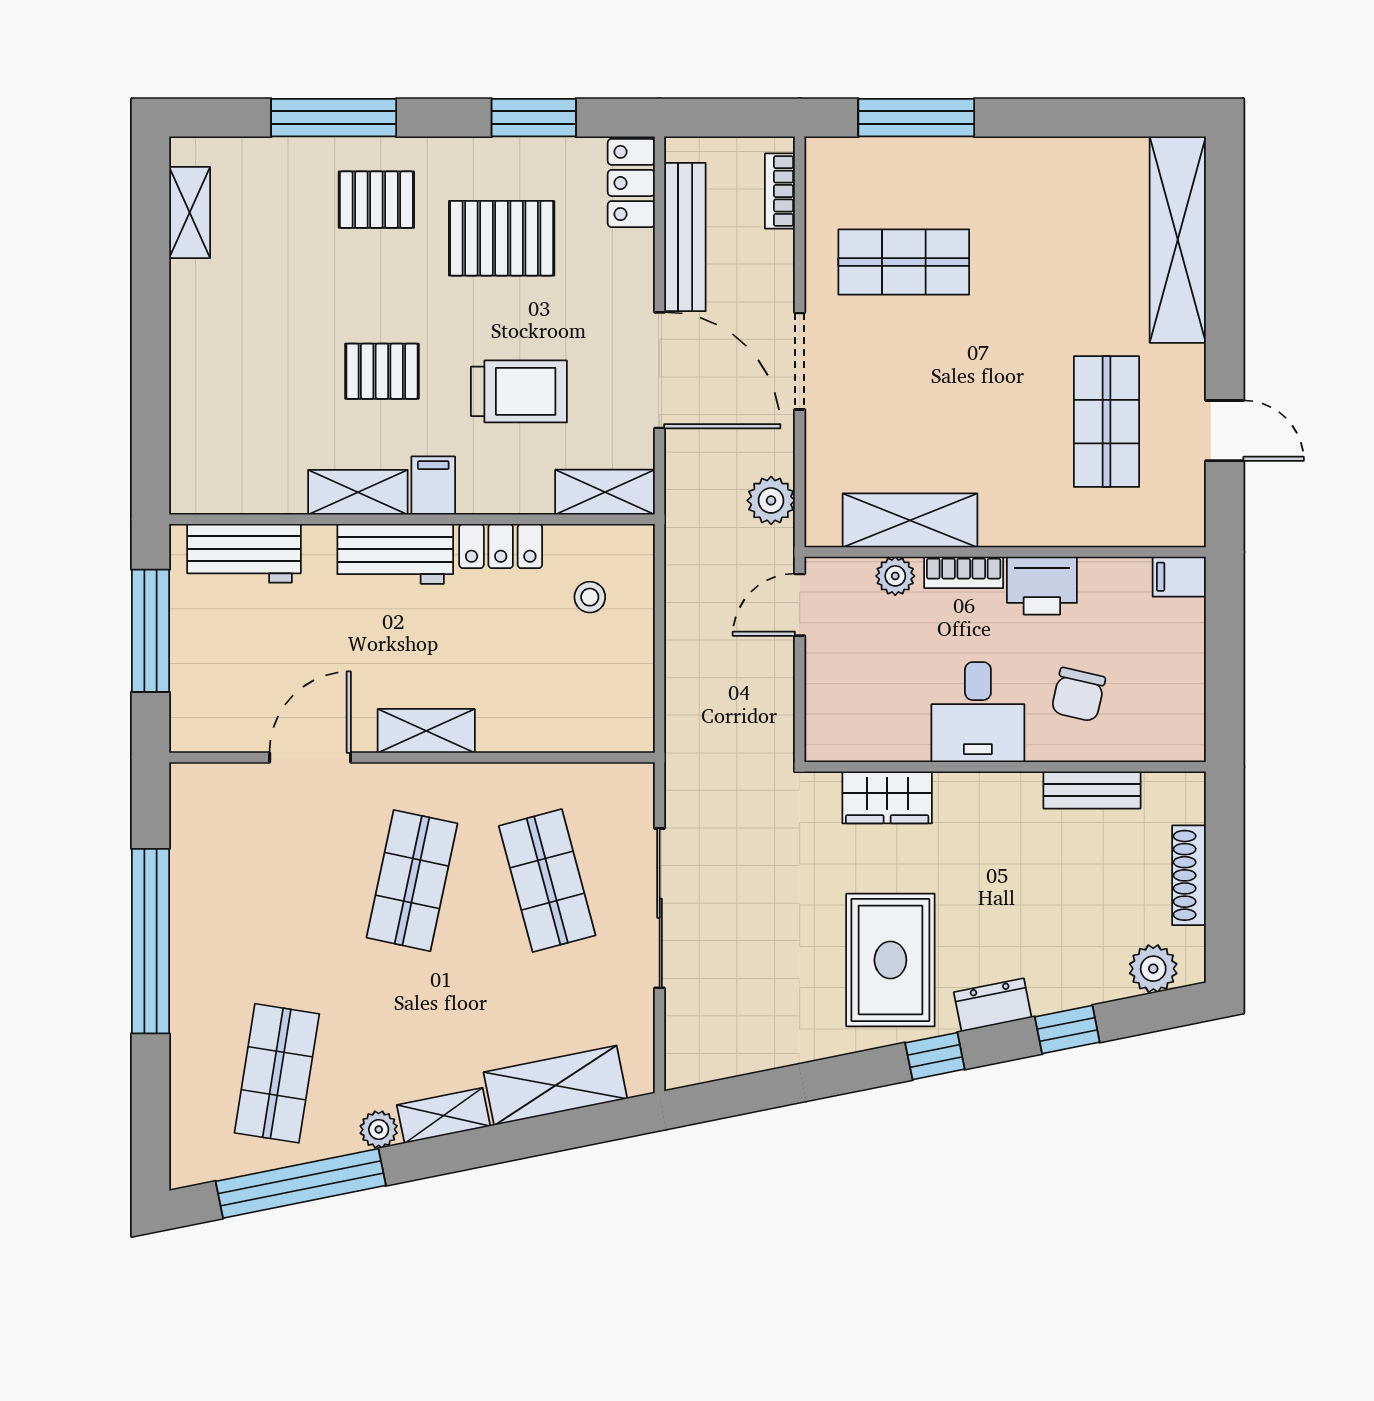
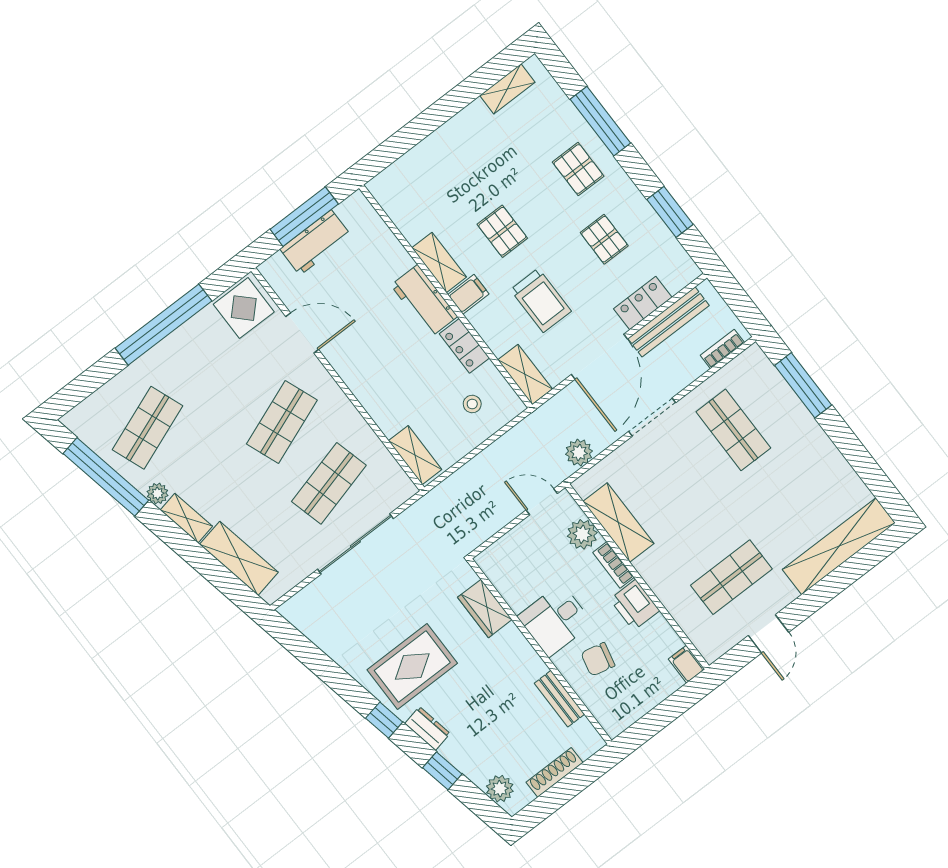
locker: (631, 183) -> (643, 303), moved
pallet: (502, 238) -> (604, 239), width x0.67, depth x0.71
workbench: (244, 553) -> (316, 242), moved, turned -90
plant: (895, 576) -> (582, 534), width x1.38, depth x1.38
shelving: (426, 731) -> (415, 455), moved
display table: (213, 812) -> (244, 308), added
shop shelf: (412, 881) -> (282, 422), turned -33
shop shelf: (277, 1073) -> (148, 428), turned -30

